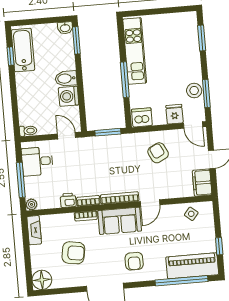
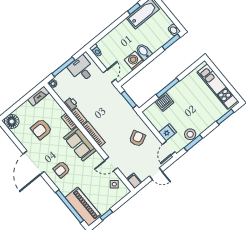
kitchen unit: (135, 51) -> (218, 87), moved, turned 90
dishwasher: (142, 117) -> (164, 102), moved, turned 90
filing cabinet: (202, 183) -> (134, 181), width x0.50
door: (150, 203) -> (111, 164), moved
armchair: (73, 253) -> (41, 129), turned 81

